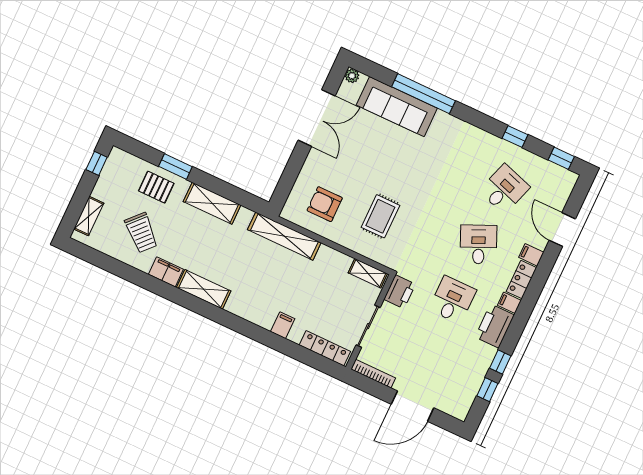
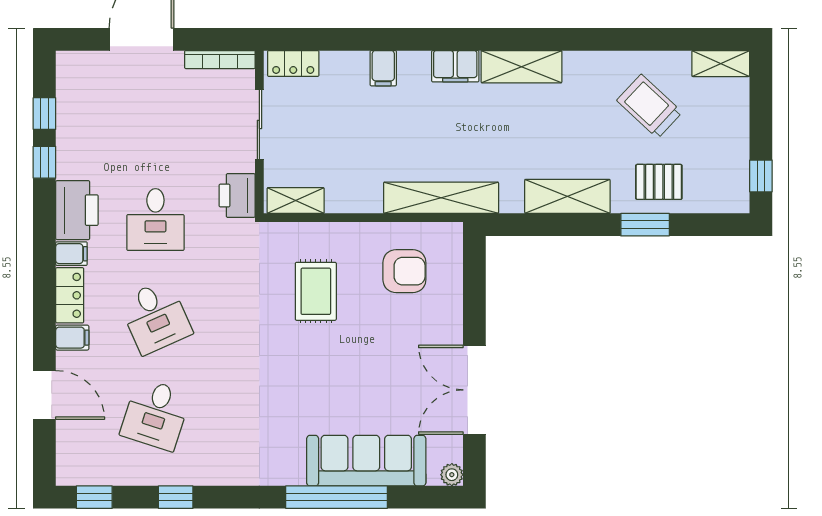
shelving: (89, 216) -> (721, 64), moved, turned 90
filing cabinet: (166, 272) -> (455, 66), moved
locker: (325, 348) -> (293, 63), width x0.66

